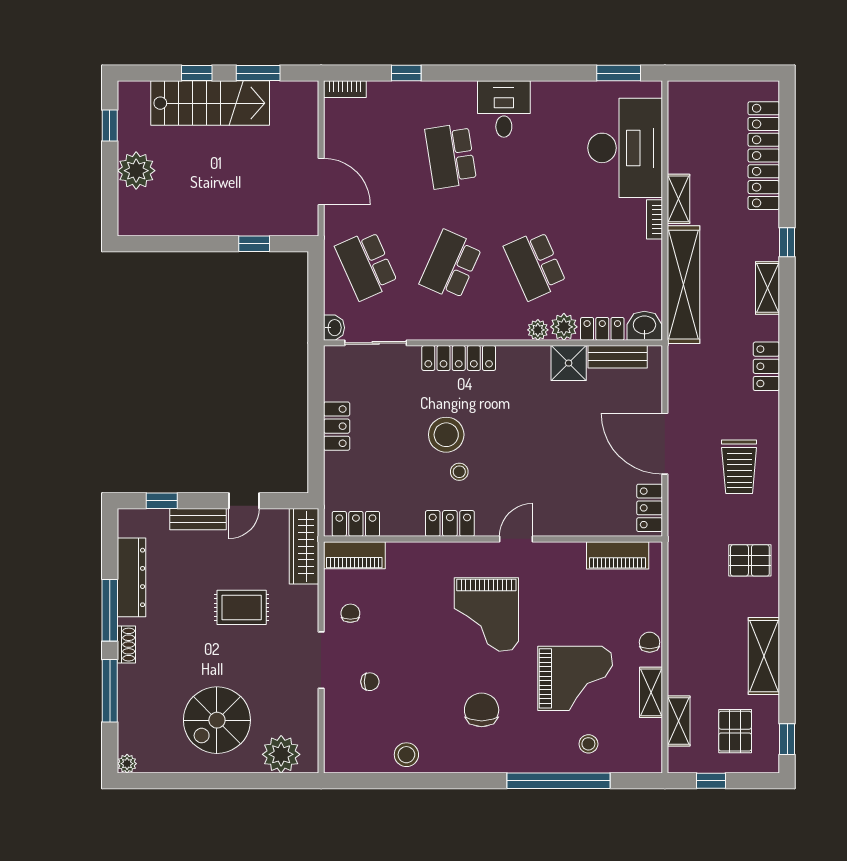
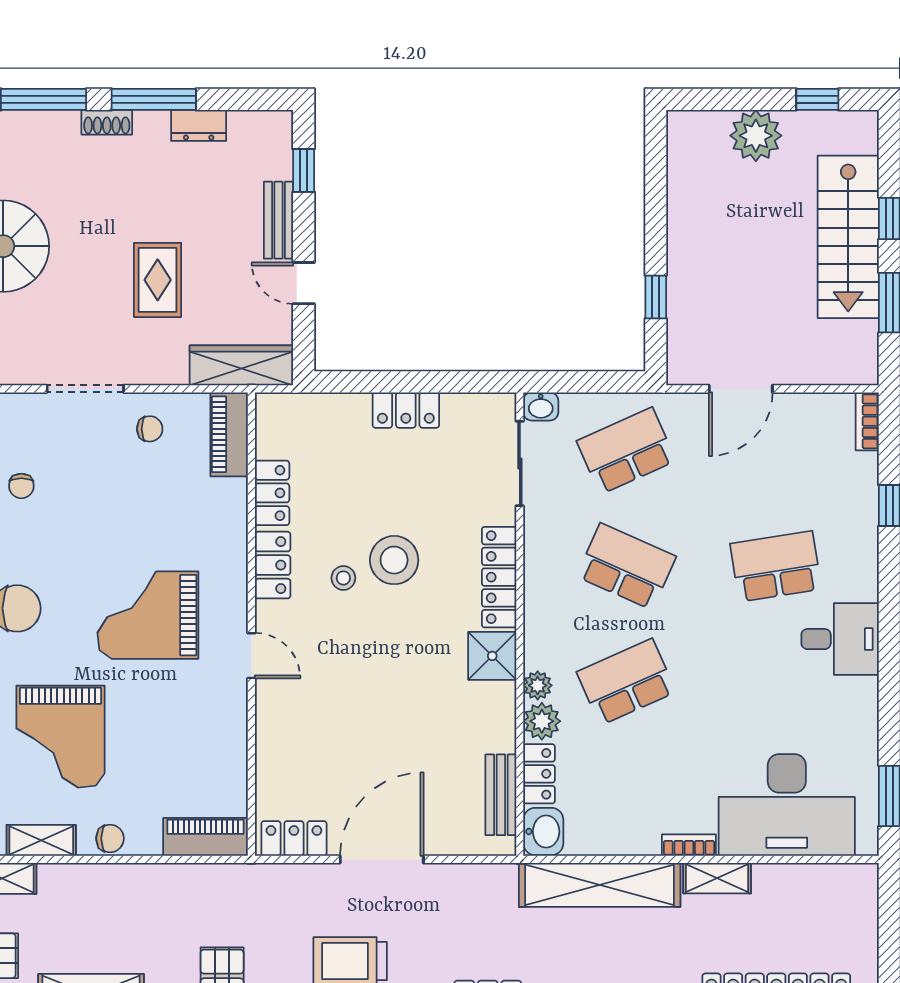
shower: (569, 363) -> (492, 656), moved
locker: (356, 524) -> (272, 493), moved
piano: (618, 555) -> (205, 837), moved, turned 90
dresser: (132, 577) -> (199, 125), width x0.51, depth x0.80
chair: (370, 682) -> (21, 486), moved

